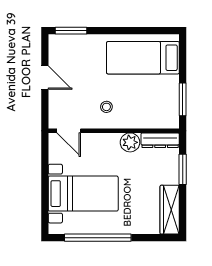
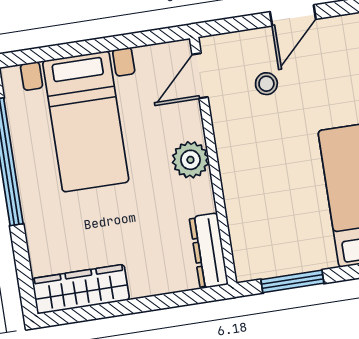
stool: (106, 107) -> (266, 84), moved
plant: (130, 142) -> (190, 160), moved
window: (183, 169) -> (160, 302), removed

